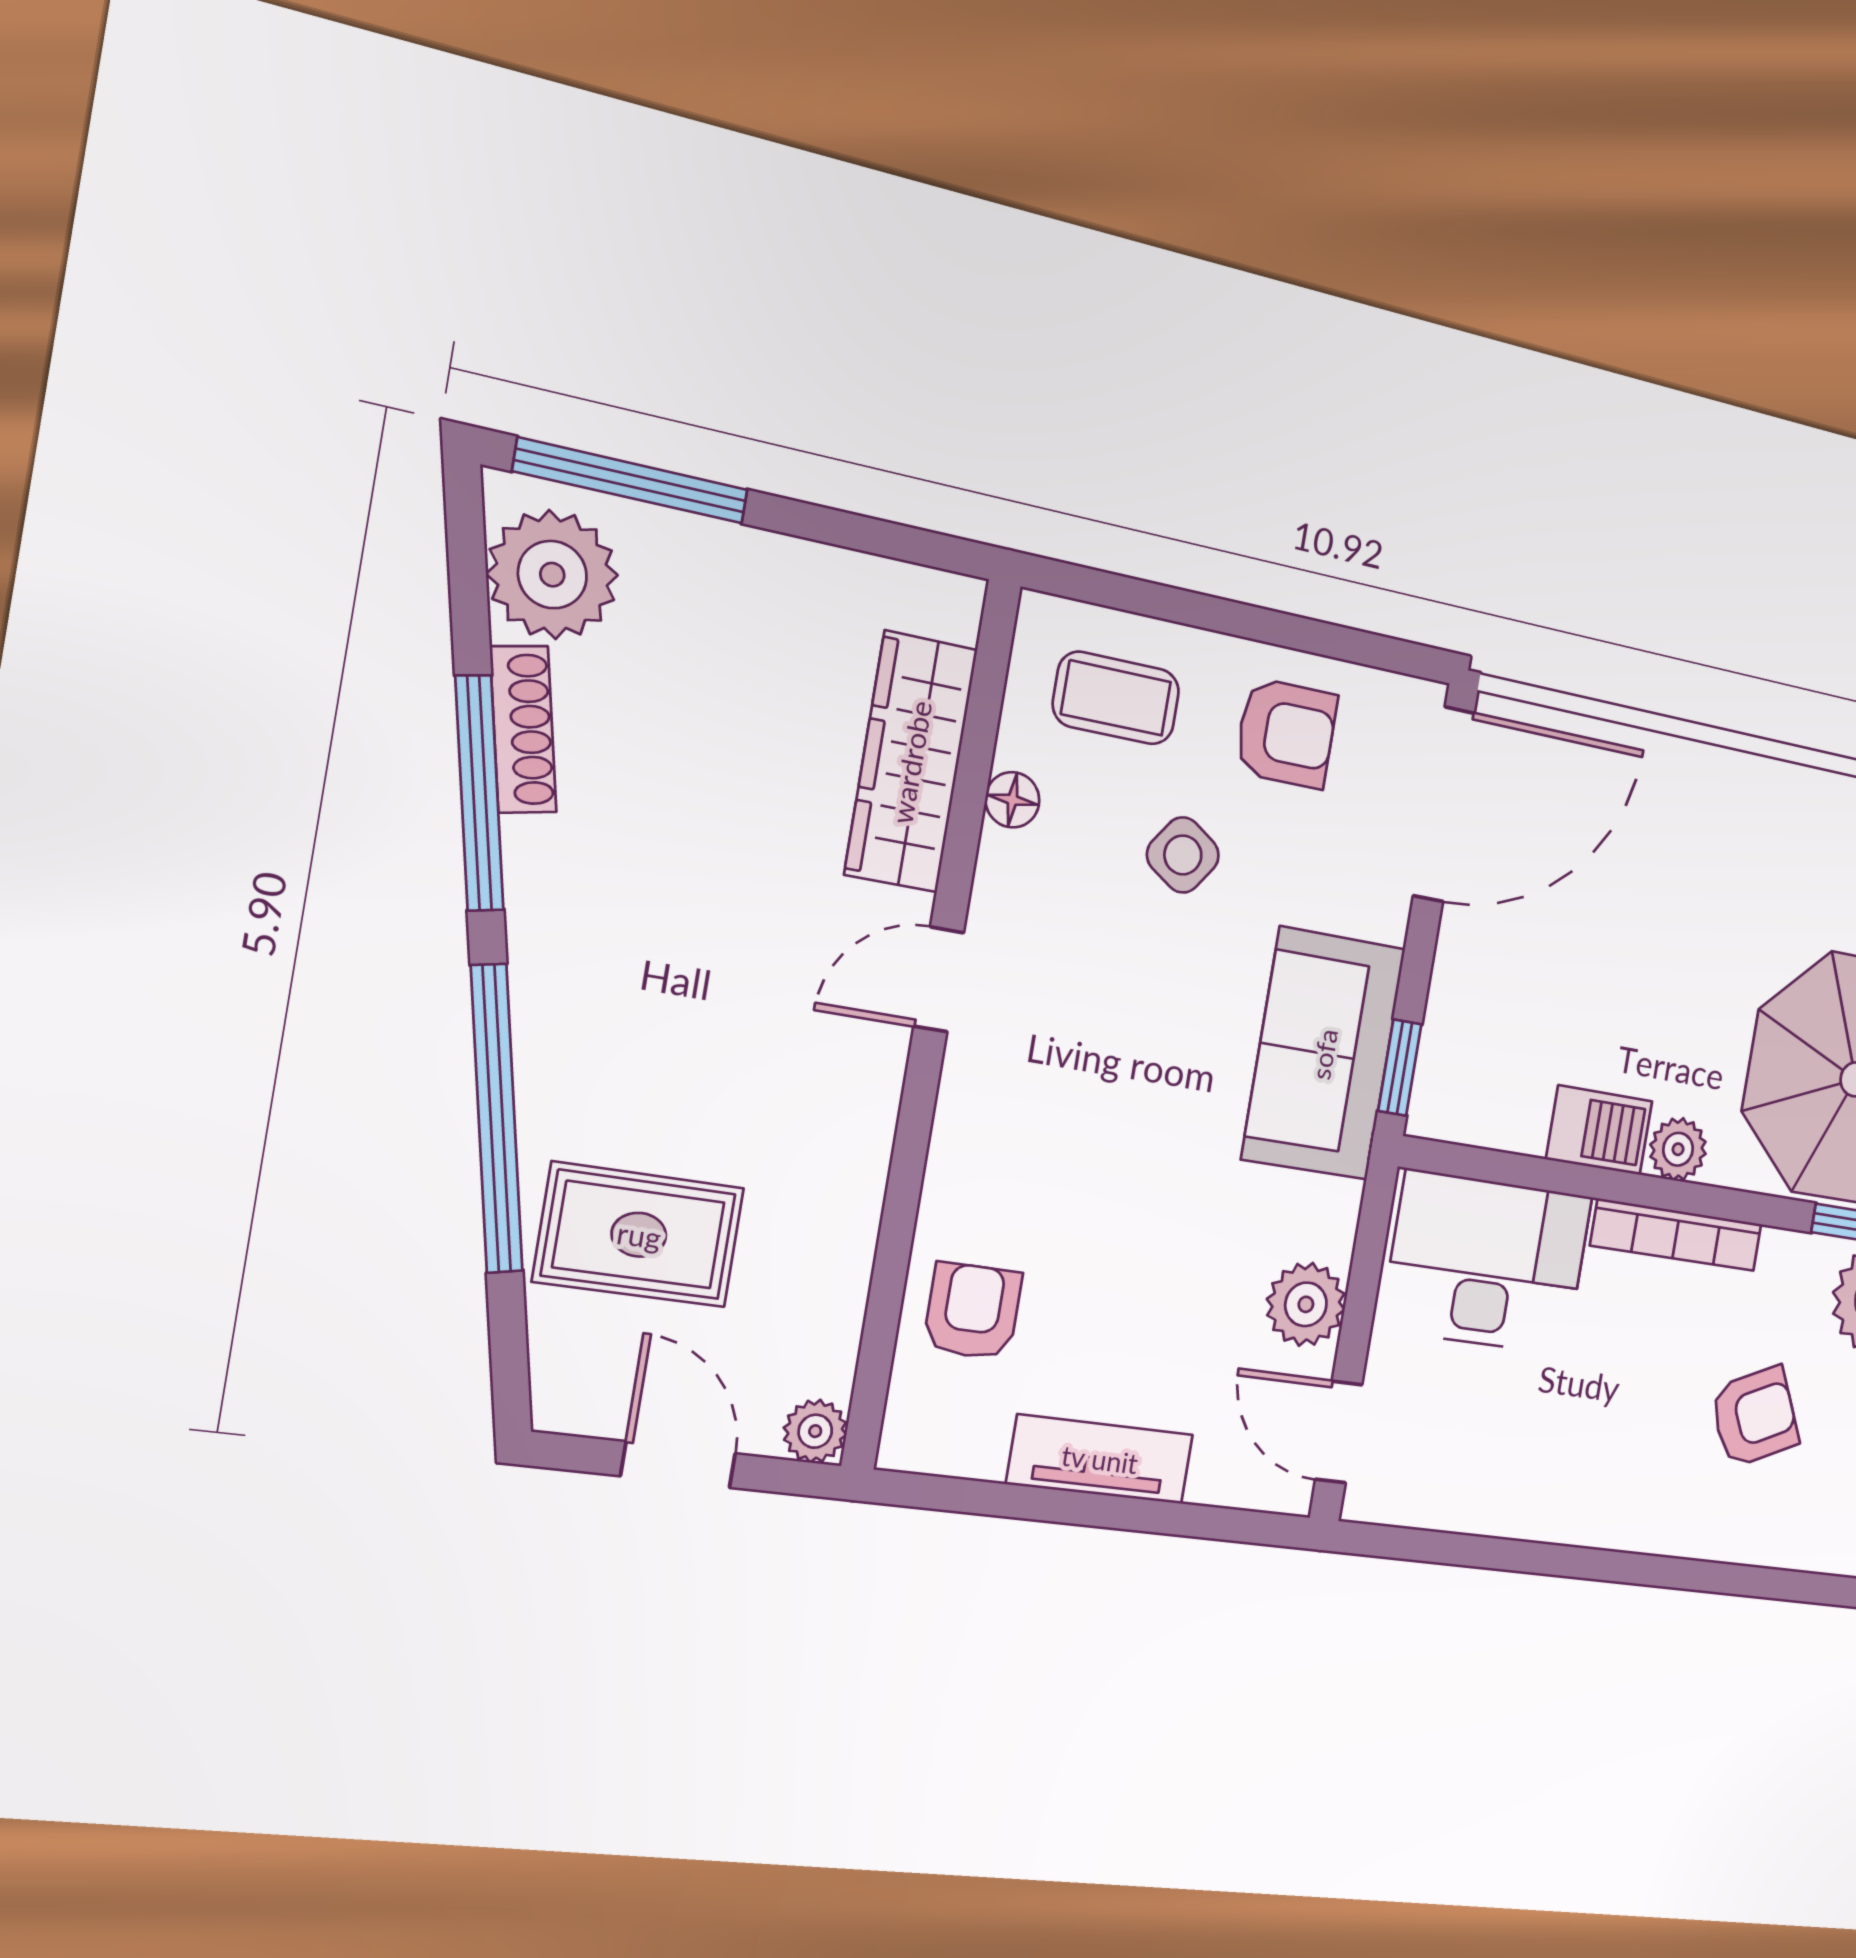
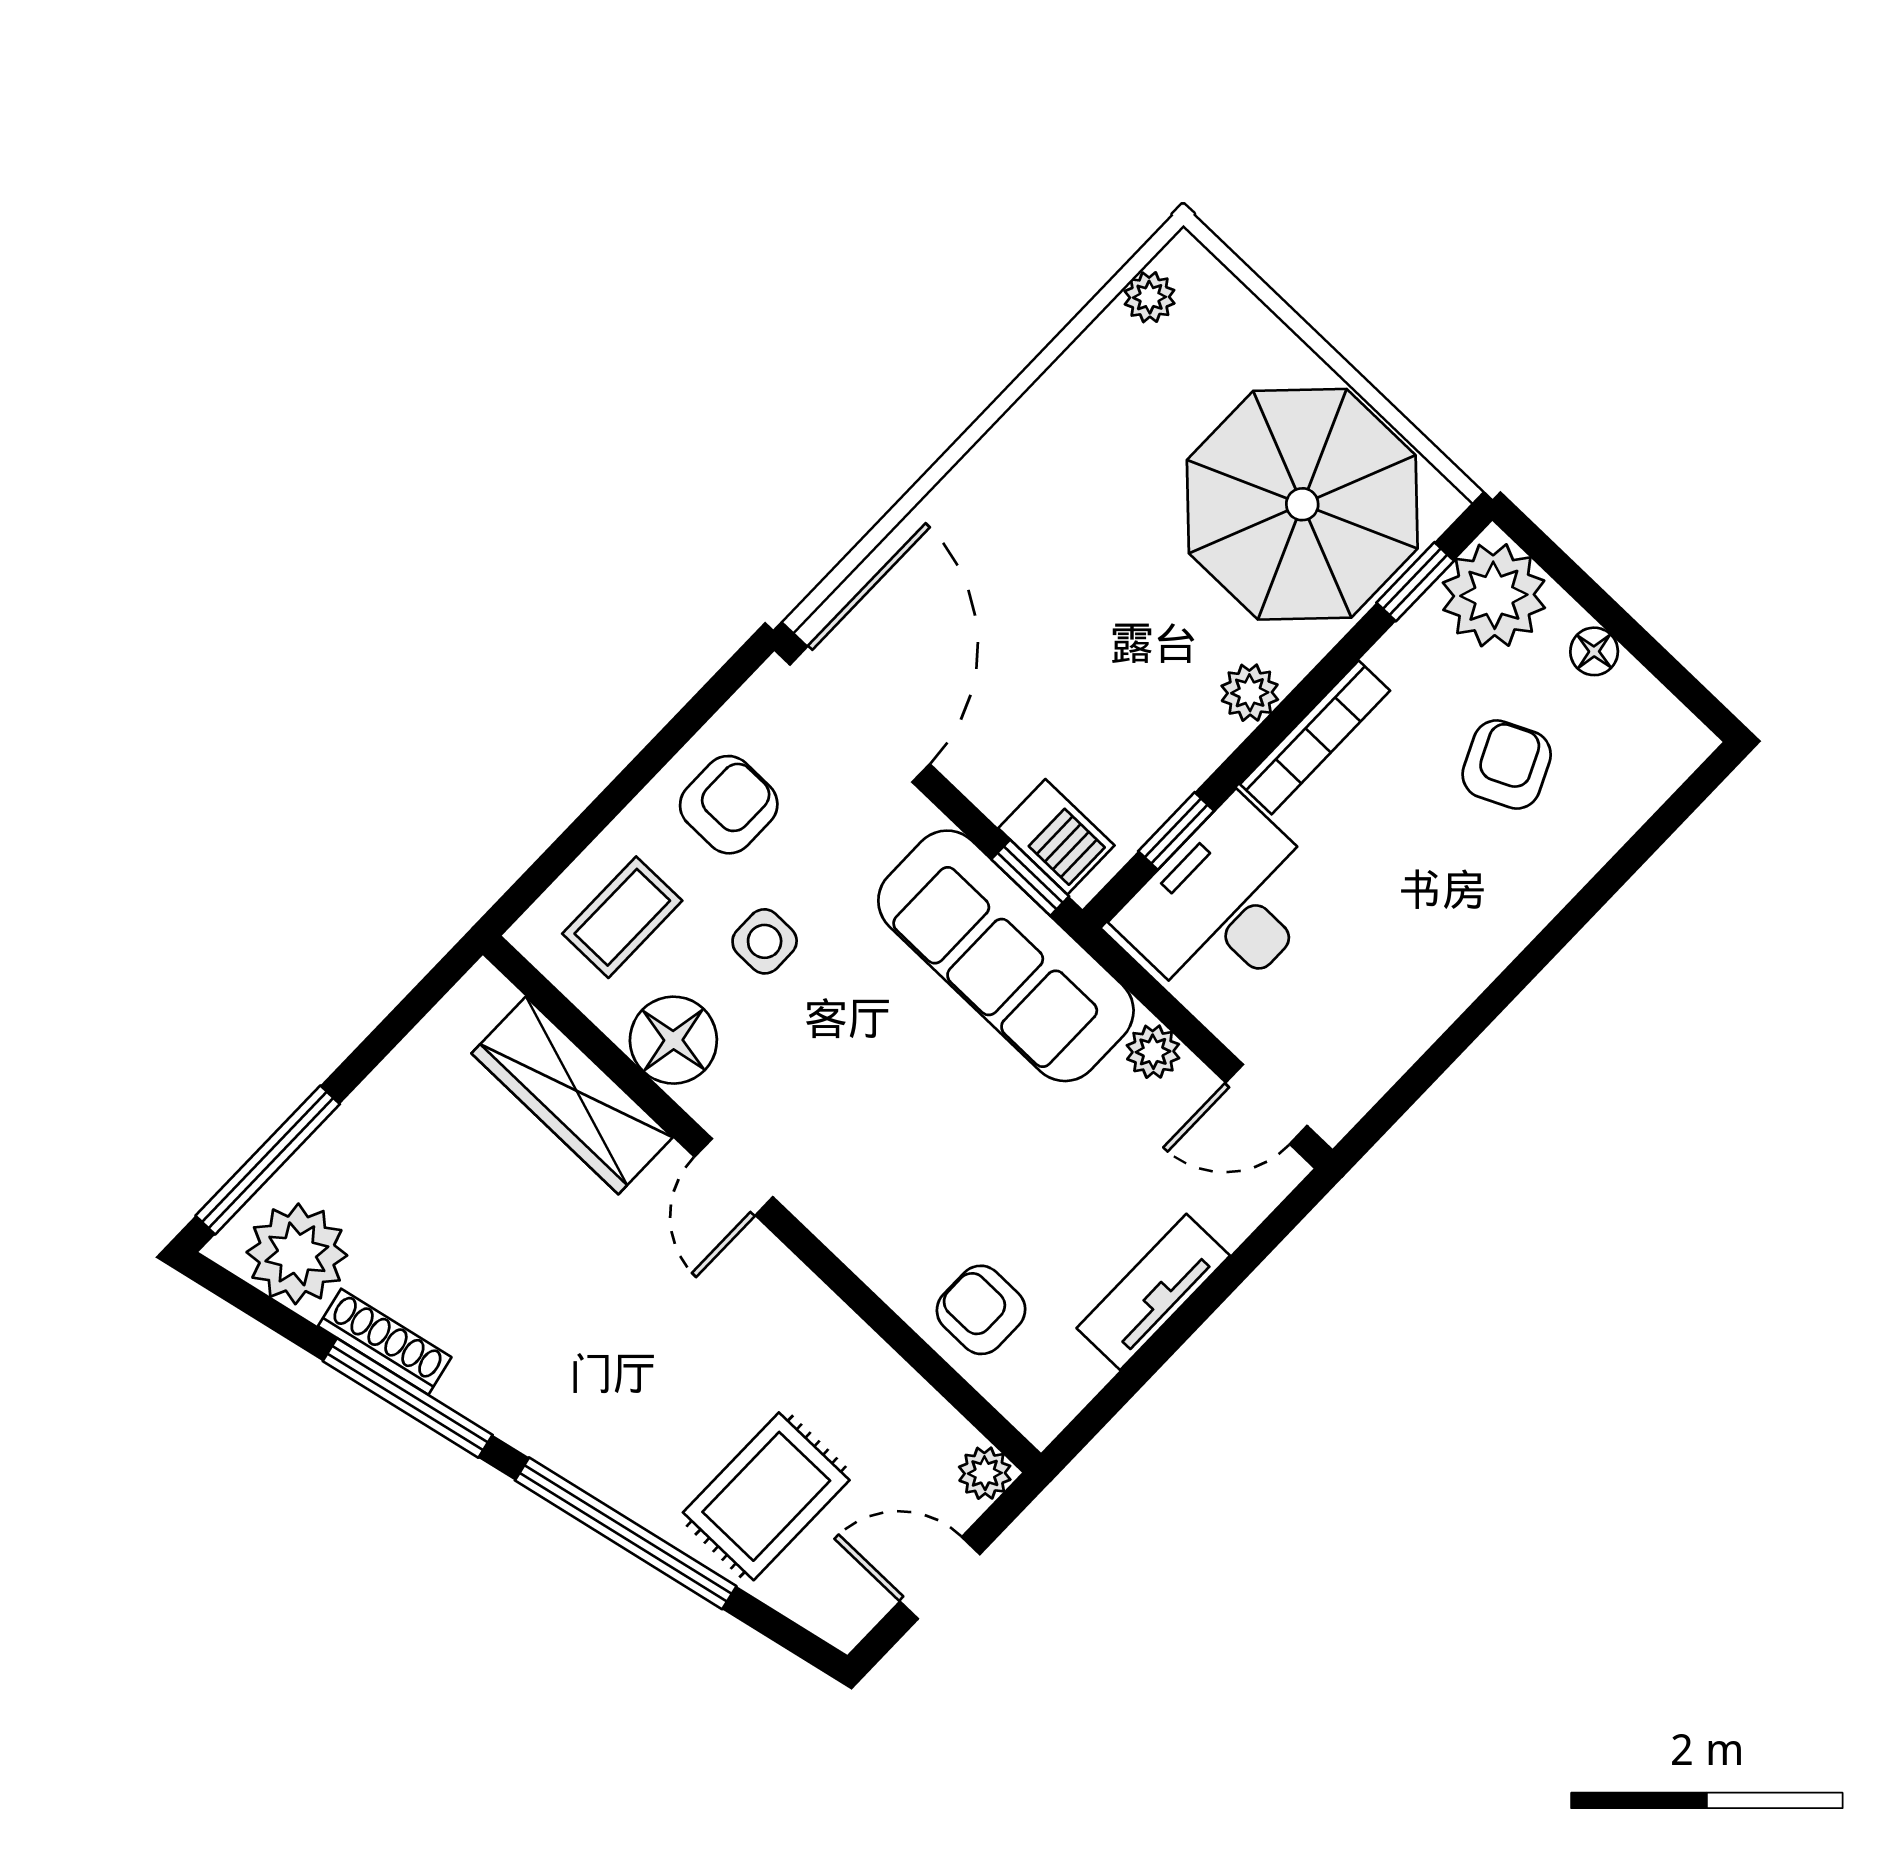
floor lamp: (1012, 800) -> (673, 1040), width x1.89, depth x1.89
side table: (1183, 855) -> (765, 941), turned -35
sofa: (1324, 1054) -> (1006, 956), width x1.36
barbecue: (1599, 1130) -> (1056, 837), moved, turned 90
window: (1523, 1171) -> (1176, 831), added
plant: (1306, 1304) -> (1153, 1052), width x0.73, depth x0.73

